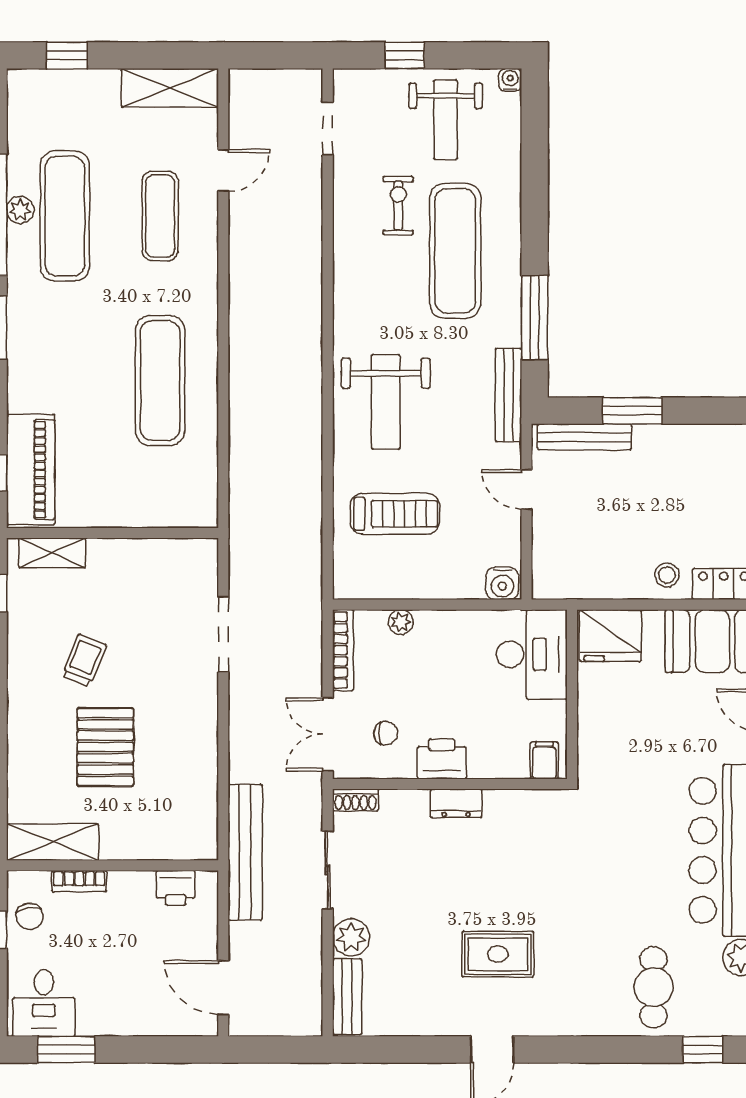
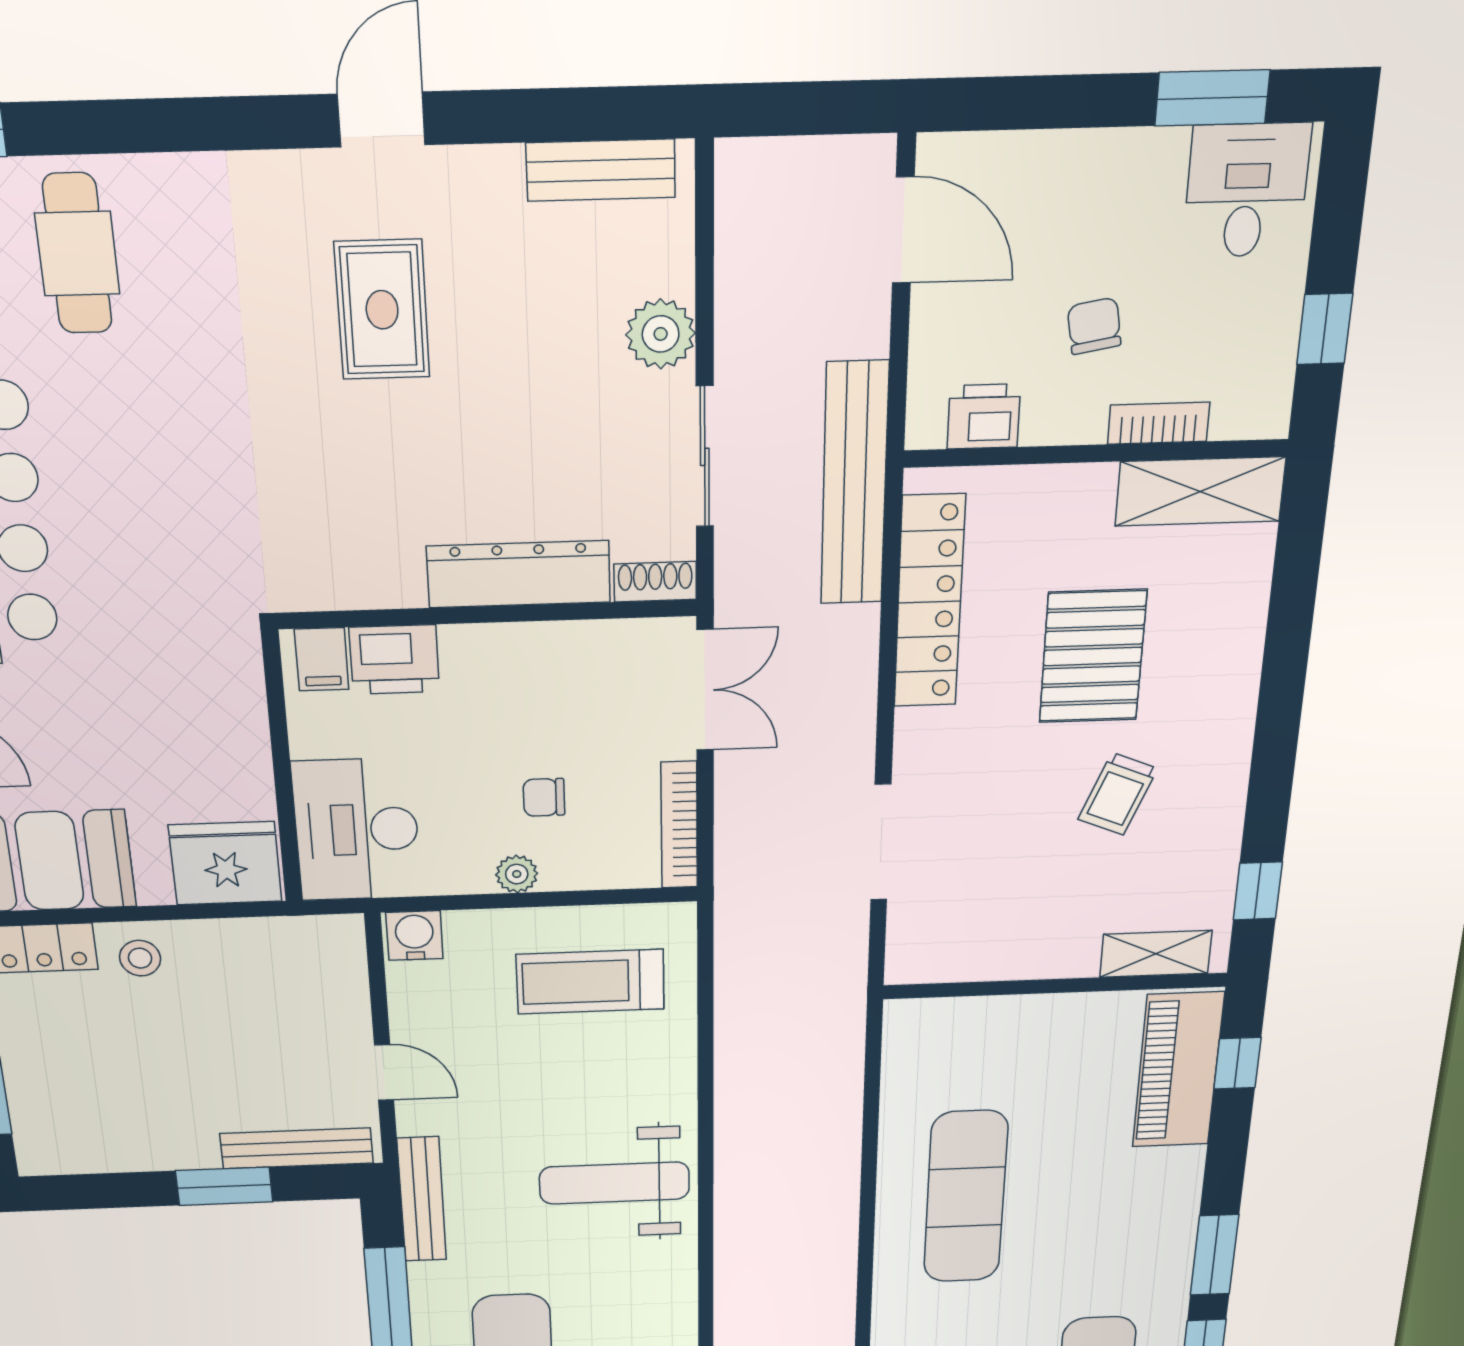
weight bench: (386, 402) -> (614, 1183), turned -90
treadmill: (395, 514) -> (590, 982), moved
plant: (401, 622) -> (517, 874), moved
chair: (386, 733) -> (544, 797), moved
printer: (442, 759) -> (394, 660), moved
locker: (201, 783) -> (929, 602), added
dresser: (456, 803) -> (519, 574), width x1.96, depth x1.24
chair: (30, 916) -> (1094, 326), moved
rug: (498, 954) -> (382, 310), turned 90
bench: (347, 997) -> (601, 170), moved, turned 90

